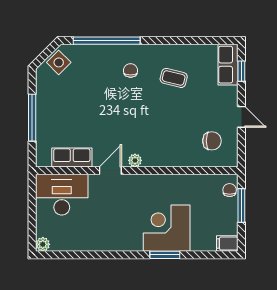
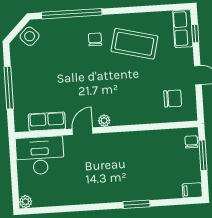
coffee table: (174, 78) -> (134, 44), width x1.86, depth x1.72
corner desk: (167, 228) -> (137, 180), removed

